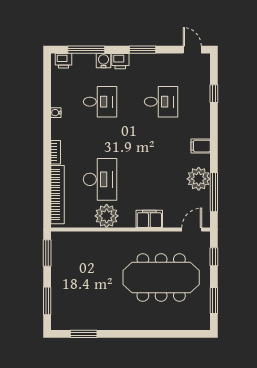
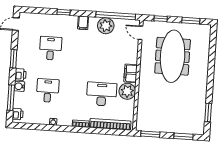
window: (214, 94) -> (64, 12), moved
window: (214, 192) -> (116, 16), width x1.46
filing cabinet: (149, 219) -> (131, 73), moved

